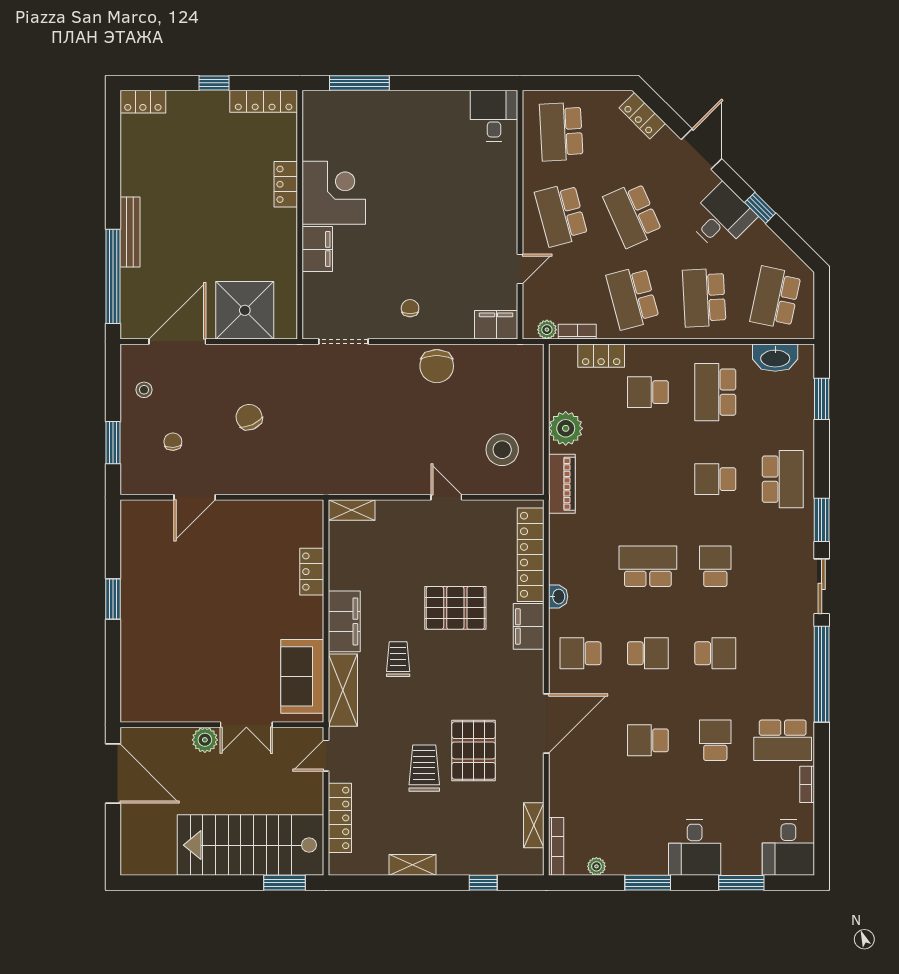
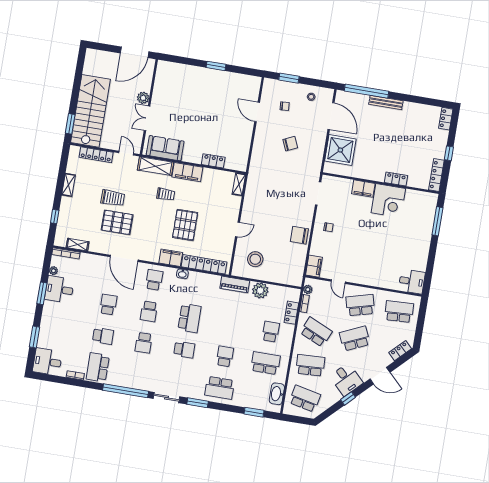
school desk: (633, 298) -> (316, 332), turned 39
desk: (695, 848) -> (59, 289), moved

